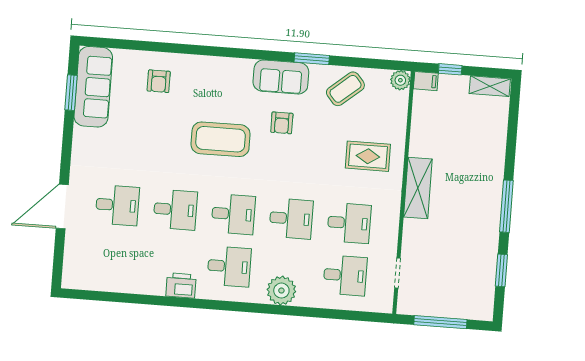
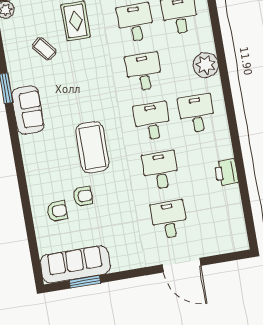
coffee table: (345, 89) -> (44, 49), moved, width x0.73, depth x0.77
armchair: (282, 123) -> (83, 196), moved
printer: (181, 285) -> (226, 172), moved

